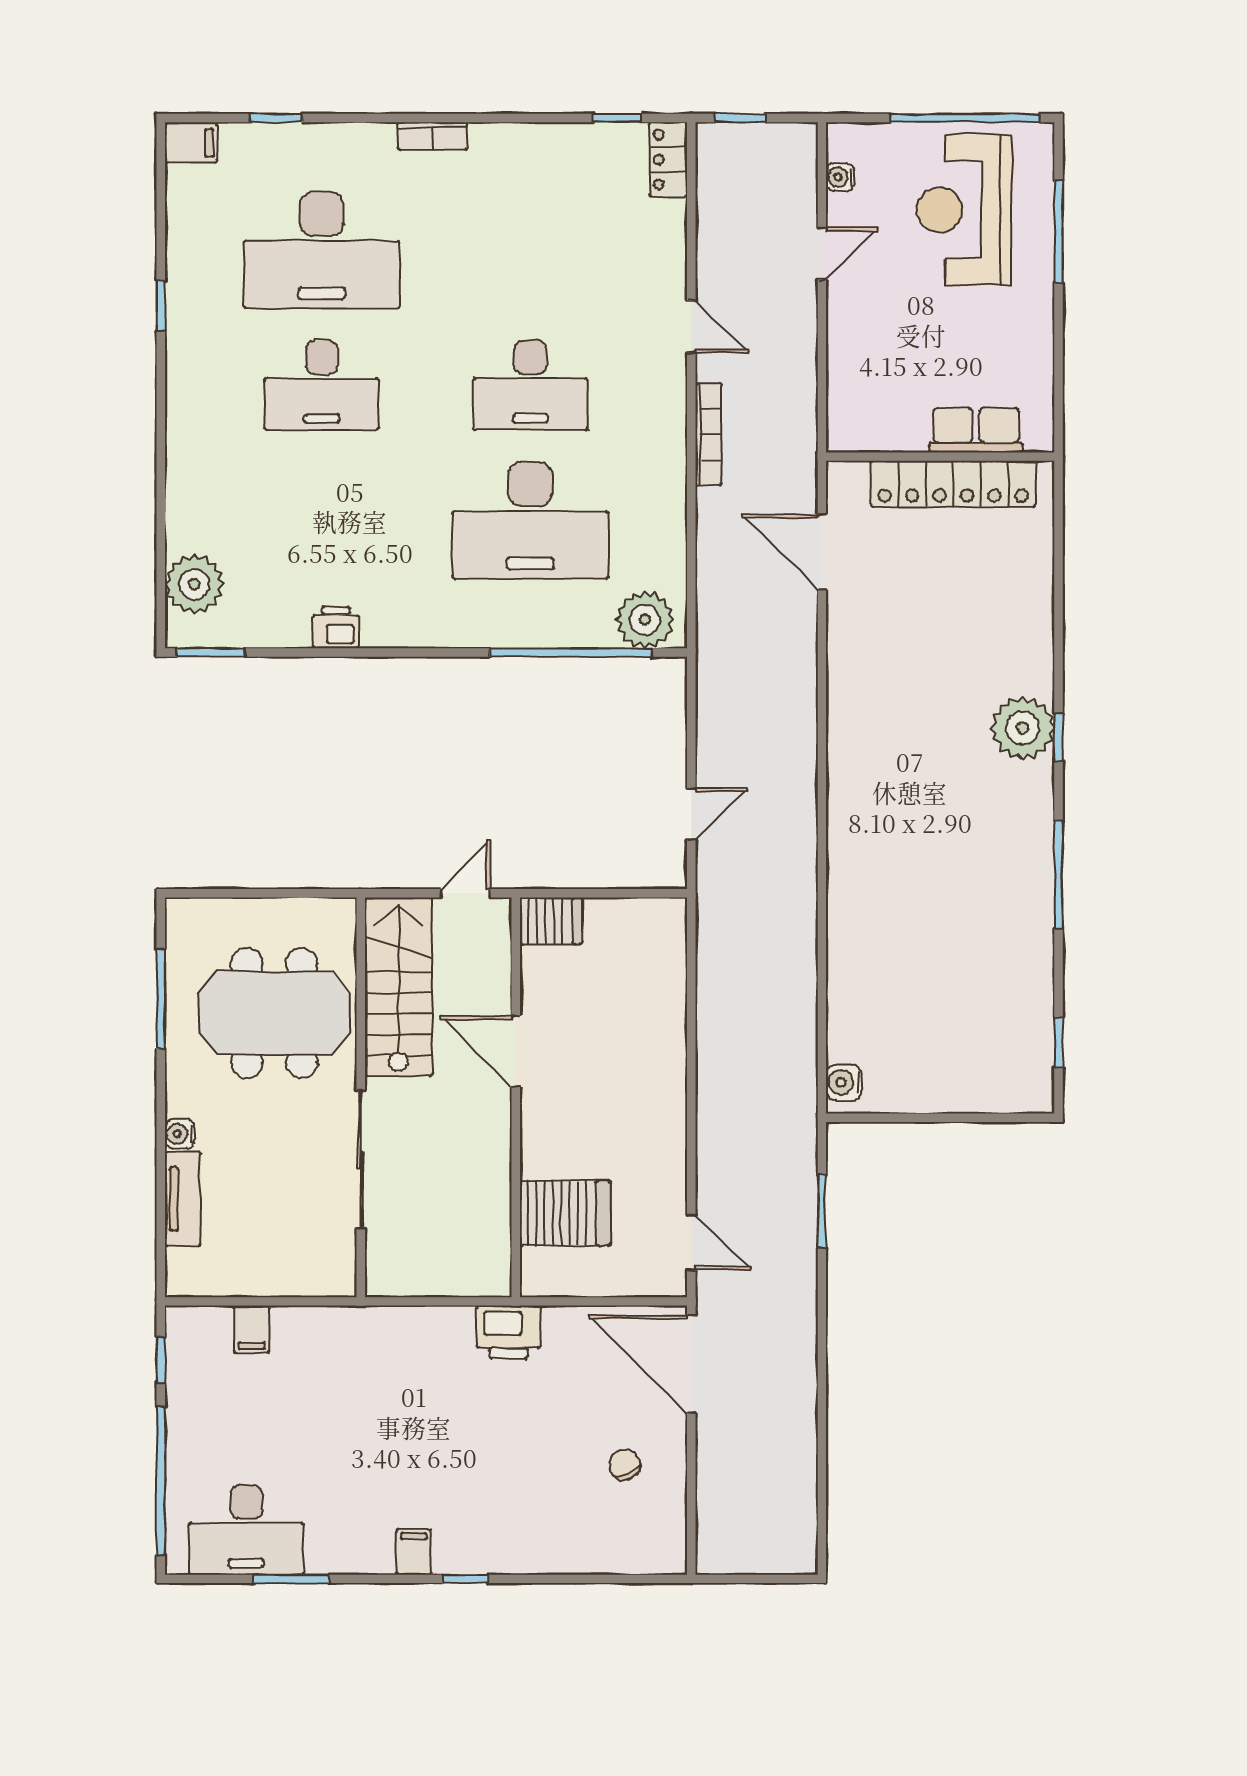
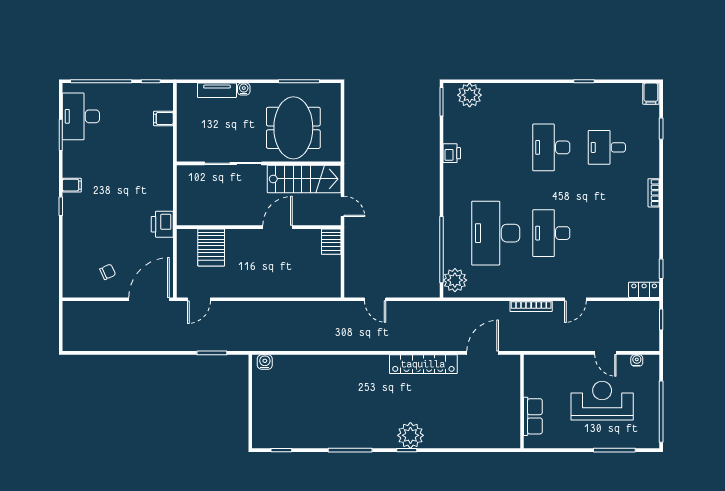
reception desk: (964, 210) -> (602, 401), moved
desk: (322, 250) -> (607, 147), width x0.53, depth x0.77
locker: (953, 484) -> (423, 364), moved, turned -90

